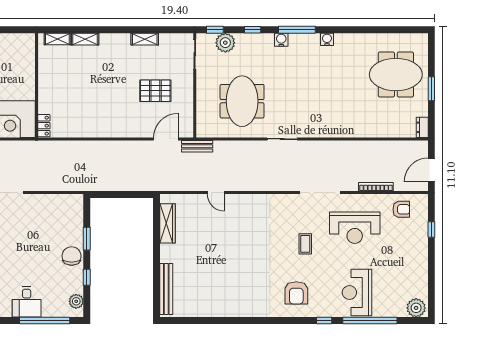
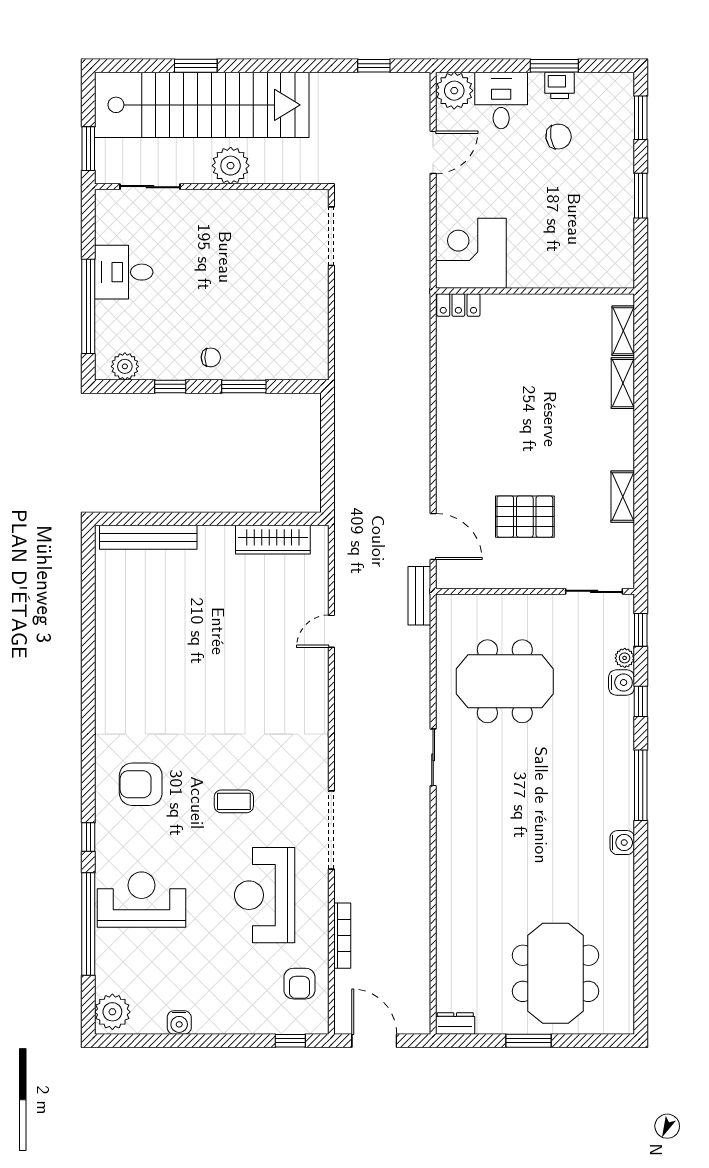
water cooler: (281, 40) -> (622, 682), moved
plant: (225, 43) -> (625, 658), width x0.53, depth x0.53
pallet: (155, 91) -> (525, 517), turned 90
window: (431, 229) -> (290, 1041), moved
chair: (72, 256) -> (211, 357), width x0.54, depth x0.54
water cooler: (422, 273) -> (179, 1023), added

